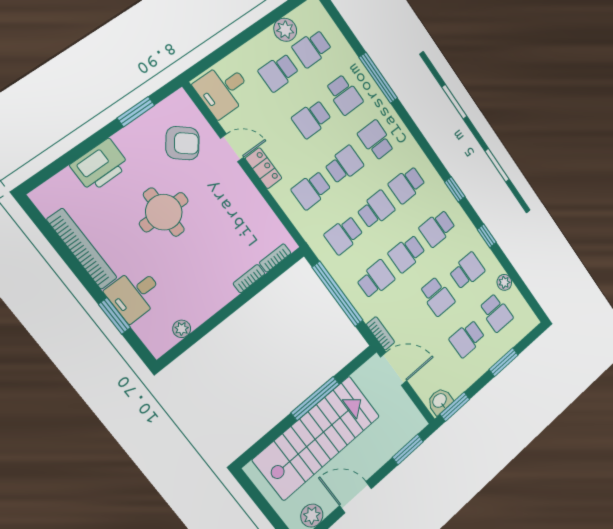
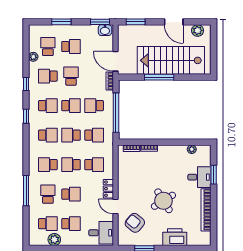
school desk: (376, 140) -> (48, 165), turned 90
round table: (164, 212) -> (163, 201), turned -32

